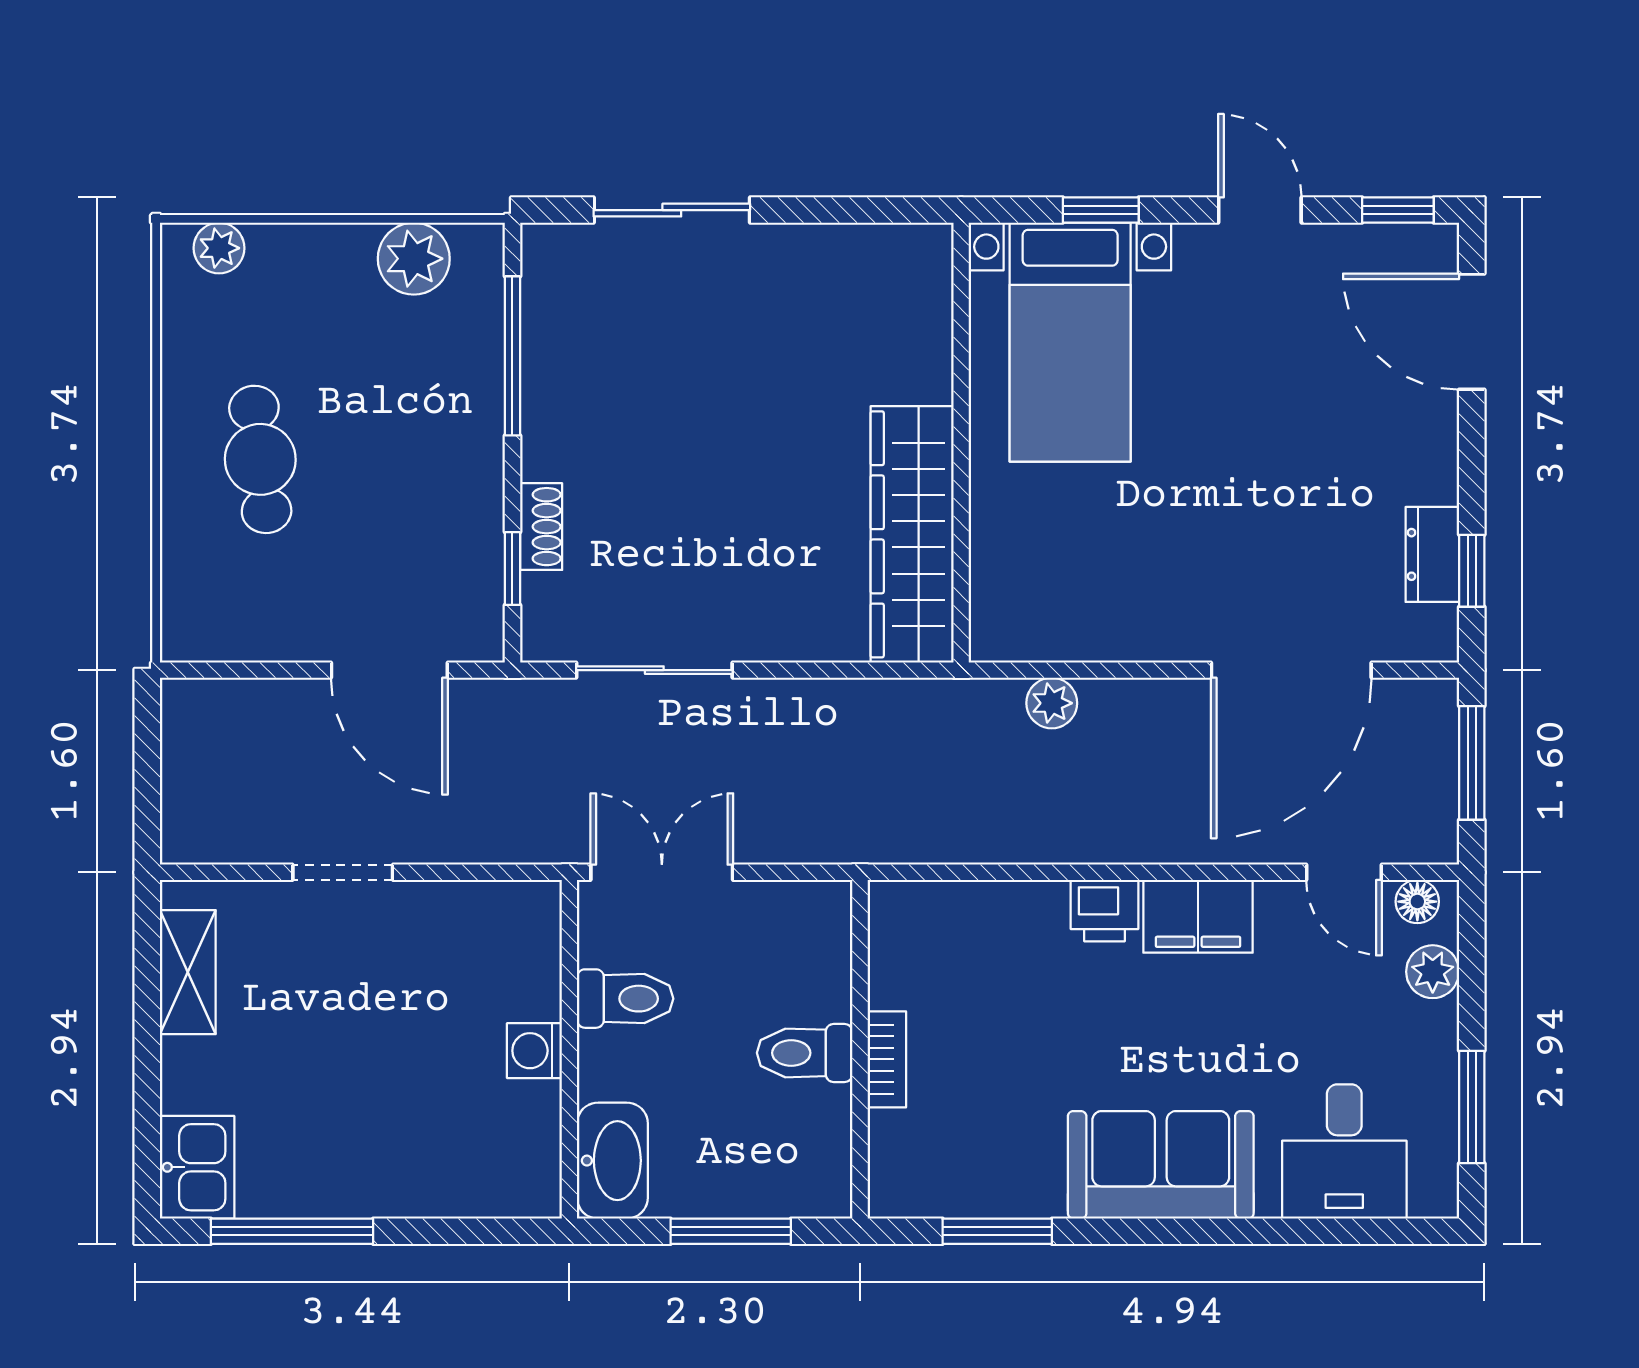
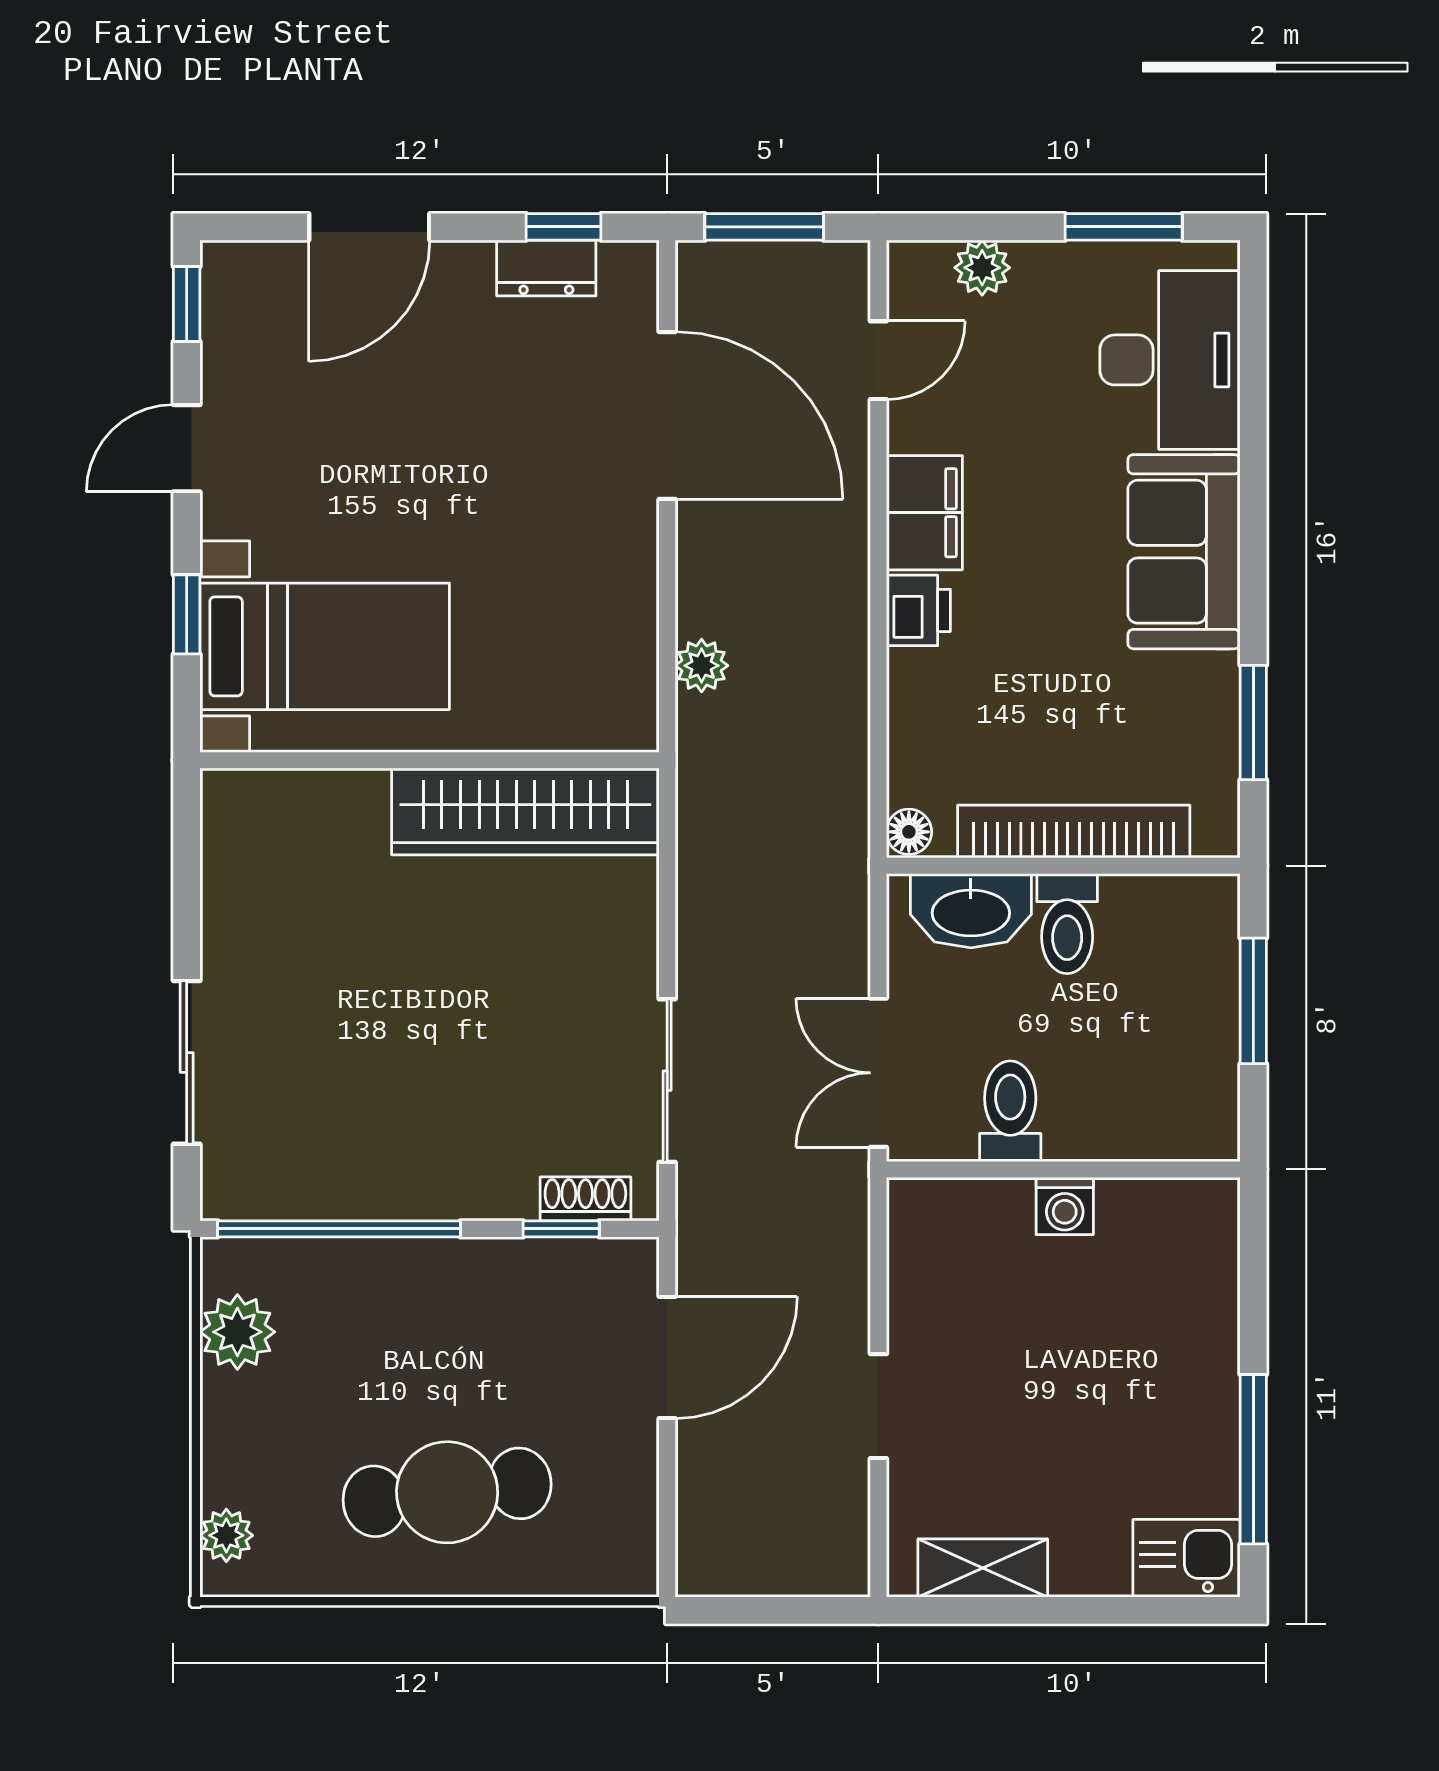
door: (1472, 332) -> (369, 227), moved
window: (512, 356) -> (339, 1229), width x1.46
cafe table: (260, 459) -> (447, 1492), width x1.37, depth x1.35
shoe rack: (541, 527) -> (585, 1199), moved
floor lamp: (1417, 902) -> (909, 832), moved
bookcase: (887, 1059) -> (1074, 832), width x2.31, depth x1.31
desk: (1344, 1151) -> (1170, 360), width x1.37
washbasin: (612, 1161) -> (971, 911), moved, turned 180

